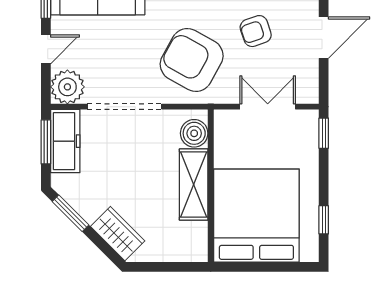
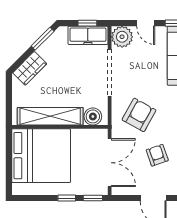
armchair: (192, 60) -> (139, 115), width x0.73, depth x0.73
double door: (268, 107) -> (110, 163), width x1.37
window: (46, 142) -> (87, 23), width x0.67
shelving: (194, 185) -> (50, 116), width x1.47
window: (324, 220) -> (67, 198), moved

